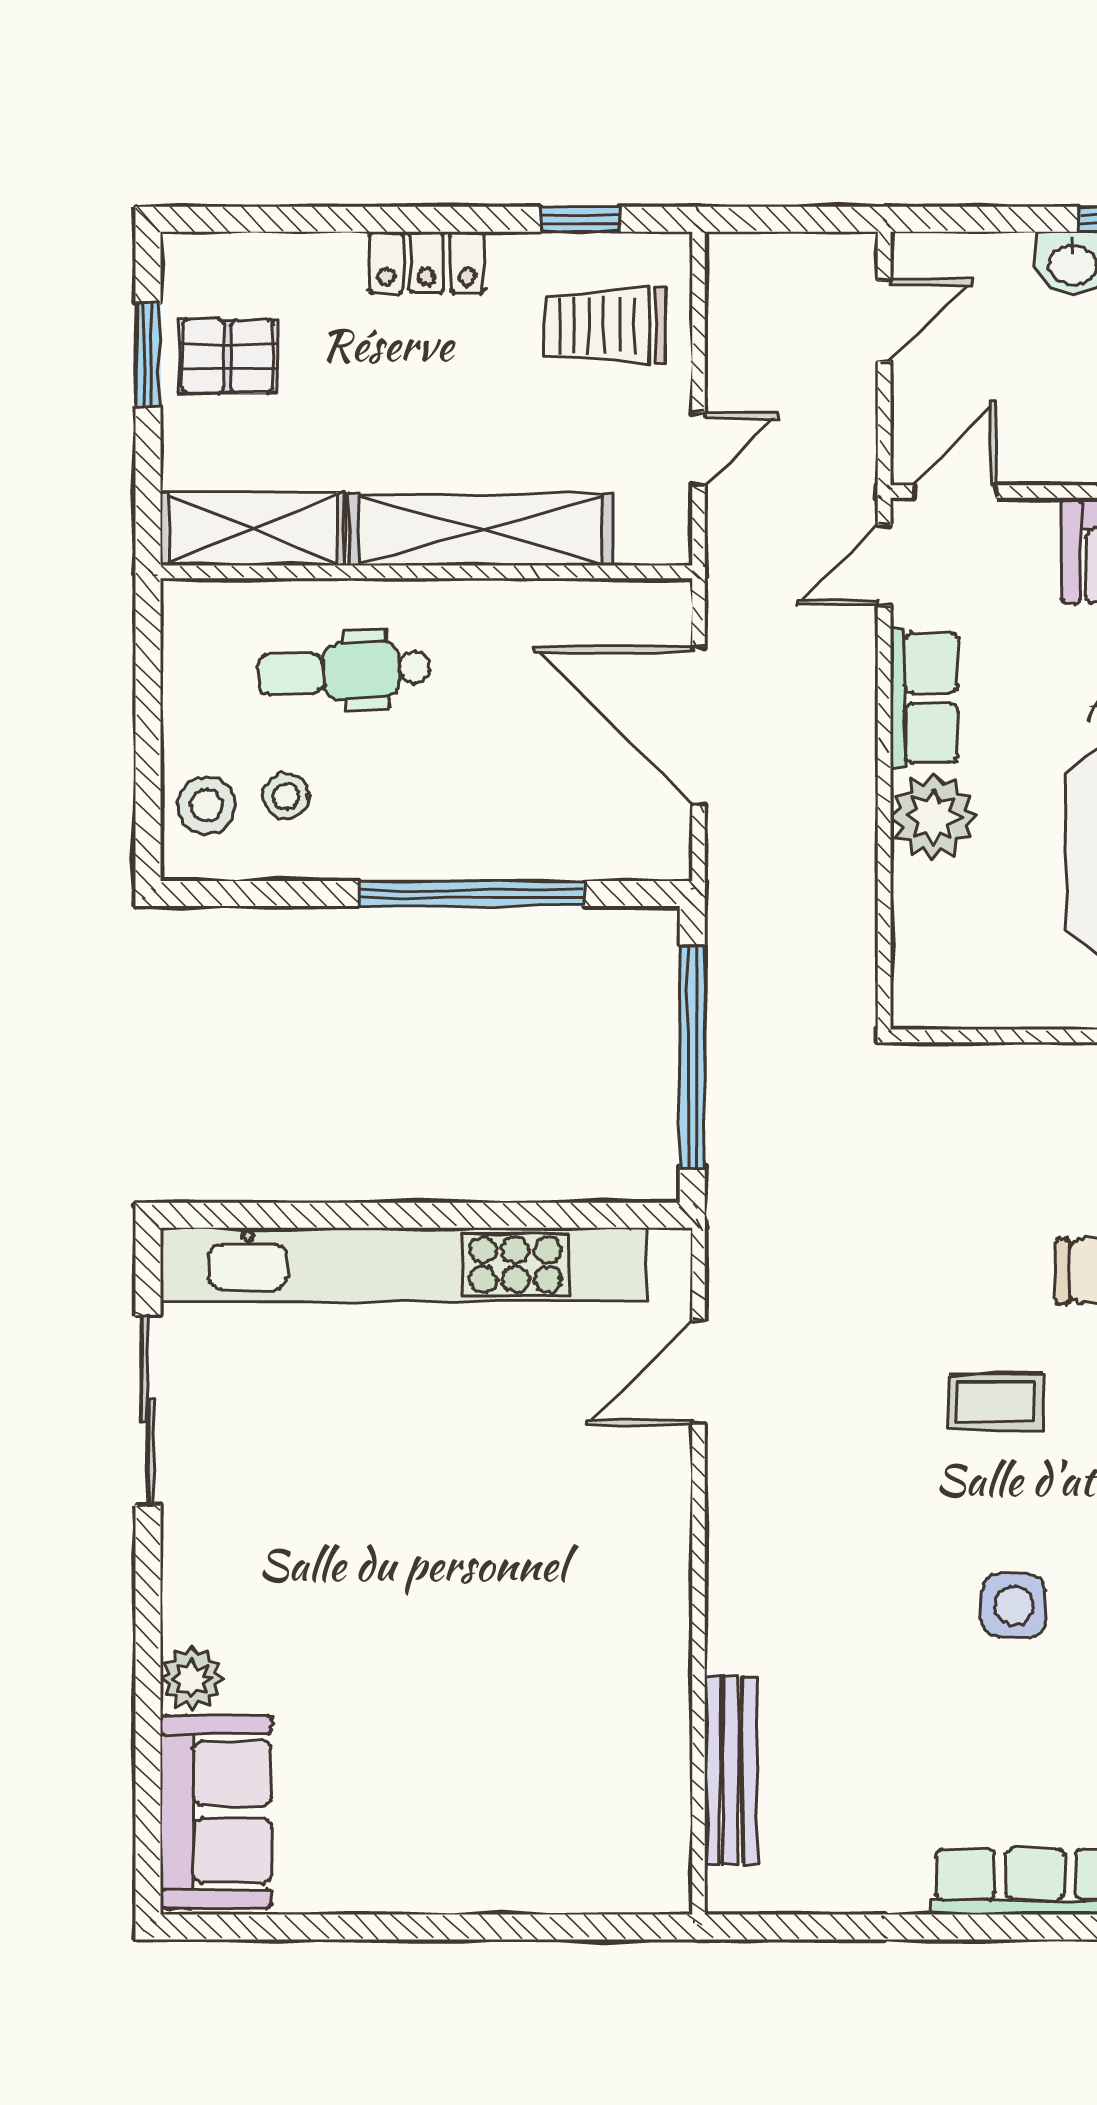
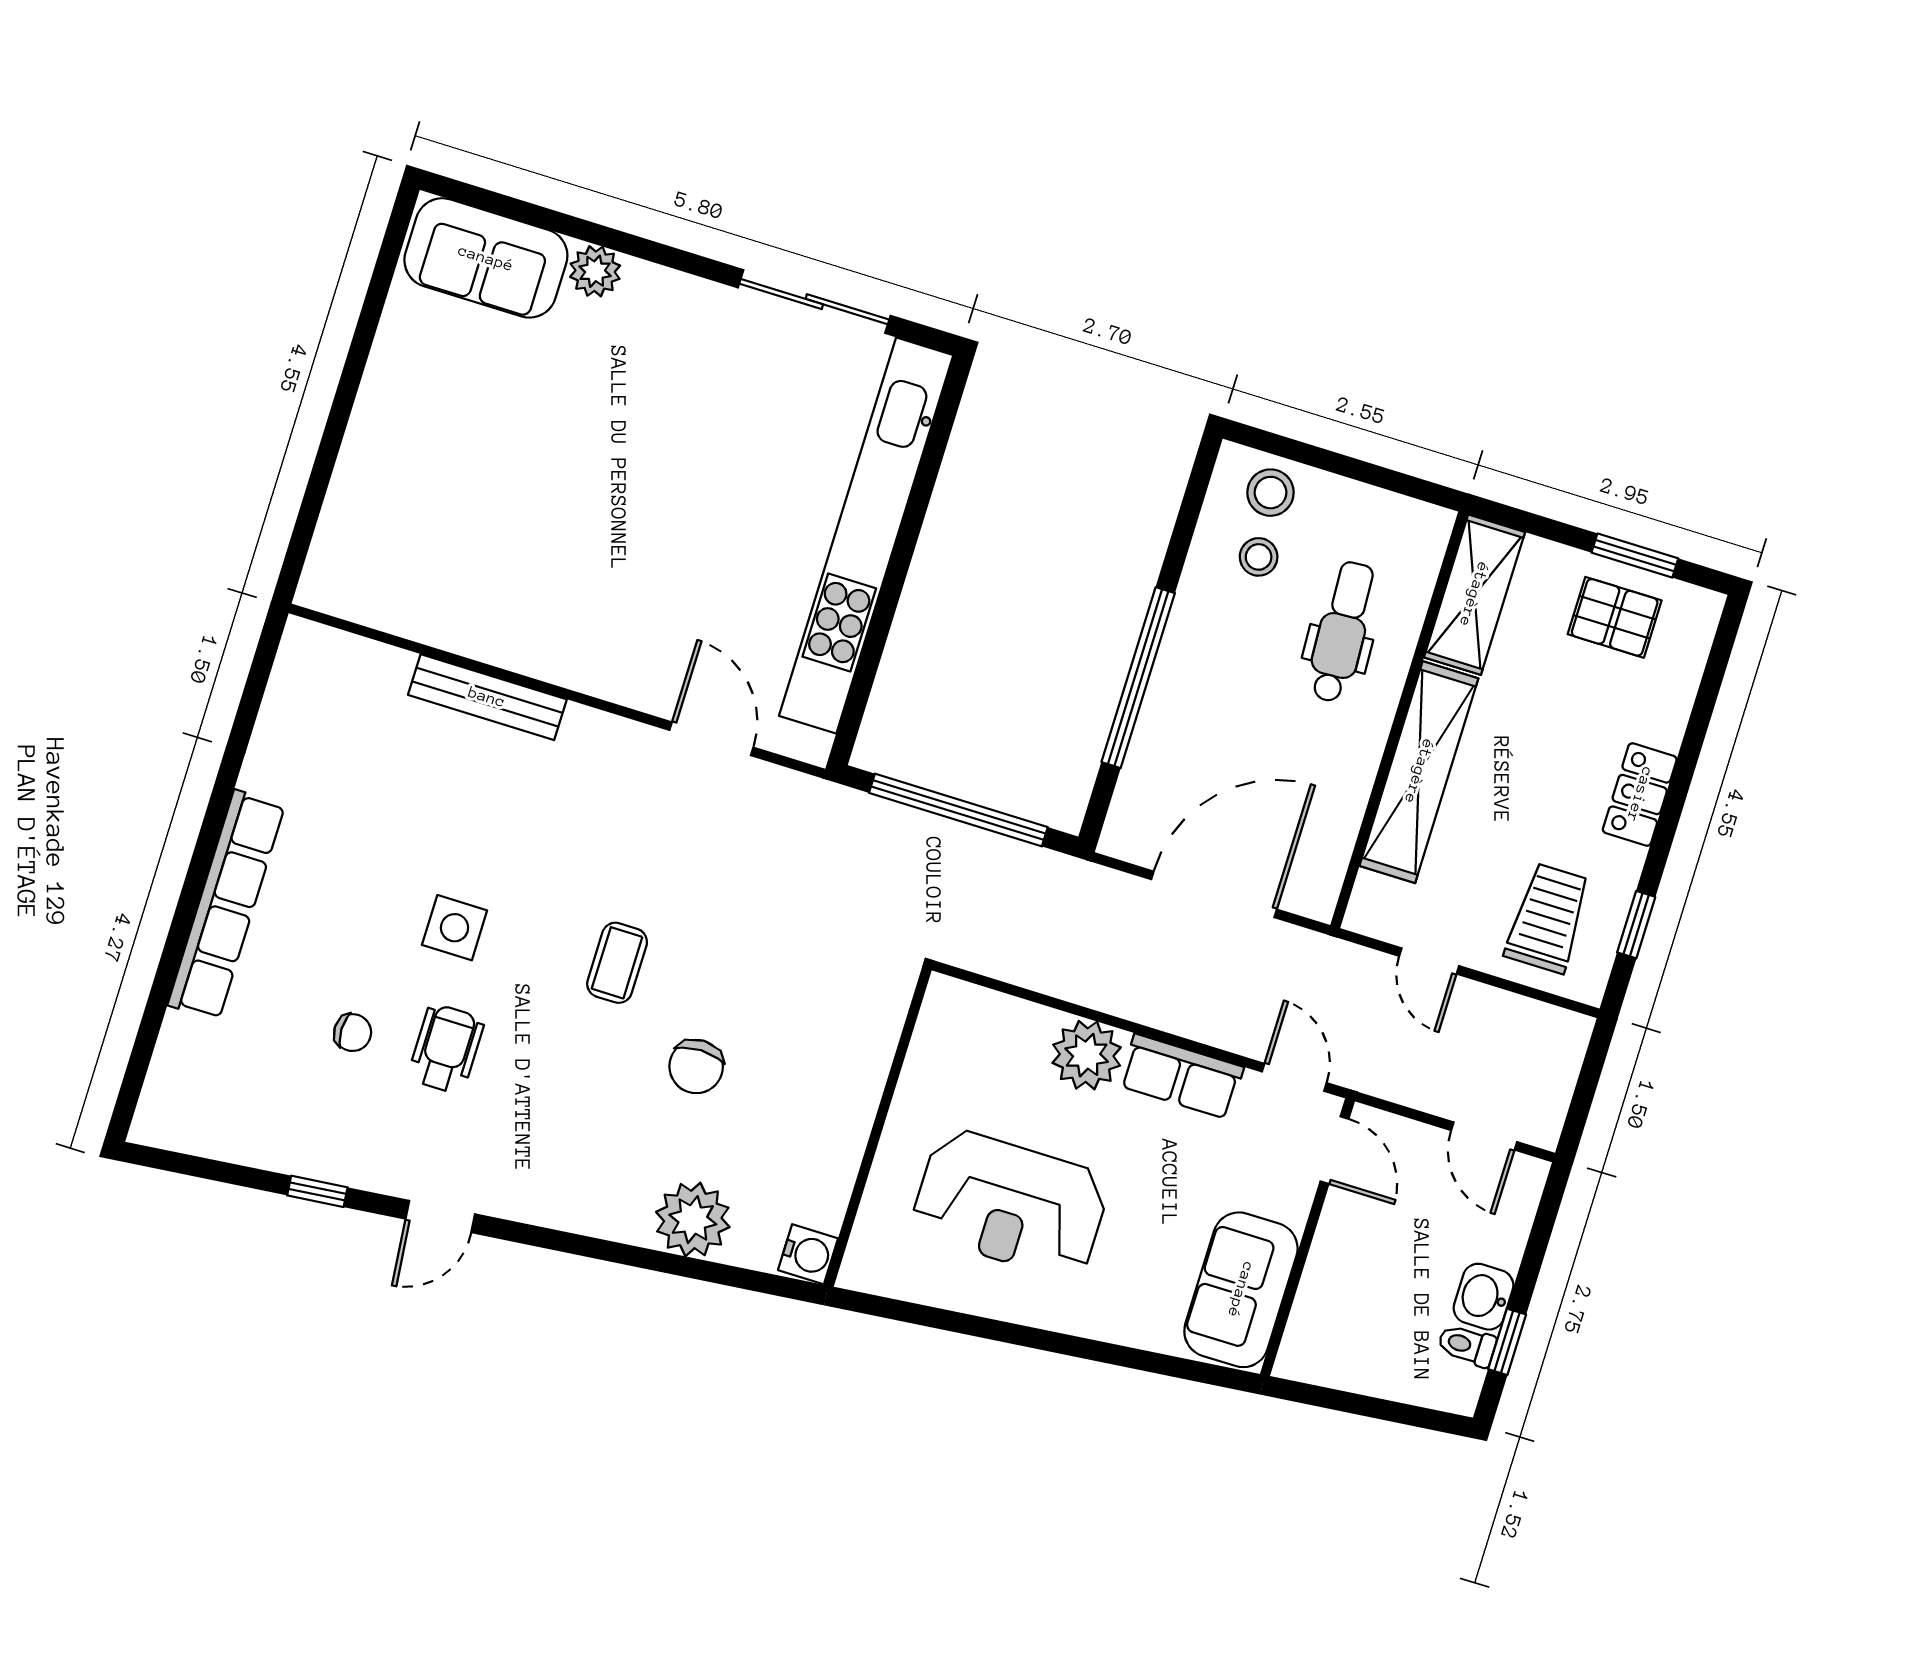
pallet: (228, 356) -> (1615, 617), turned 90
bench: (731, 1770) -> (487, 697), moved

